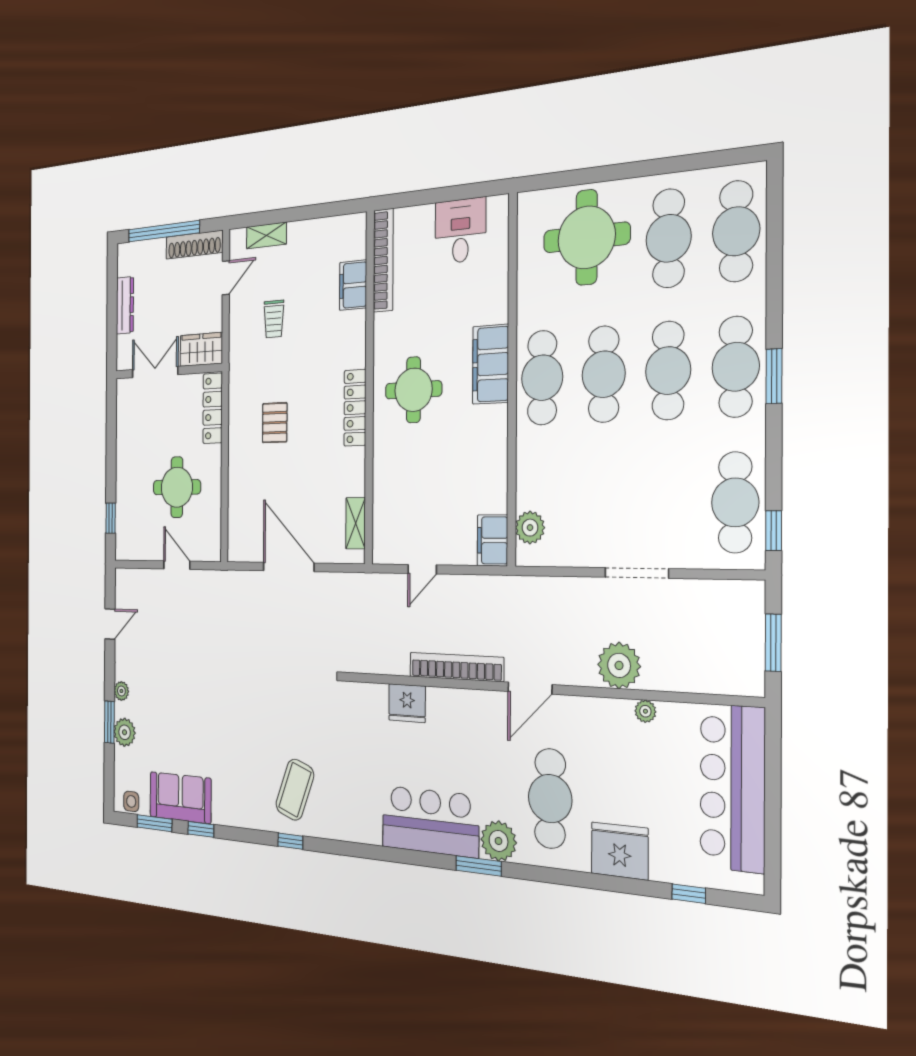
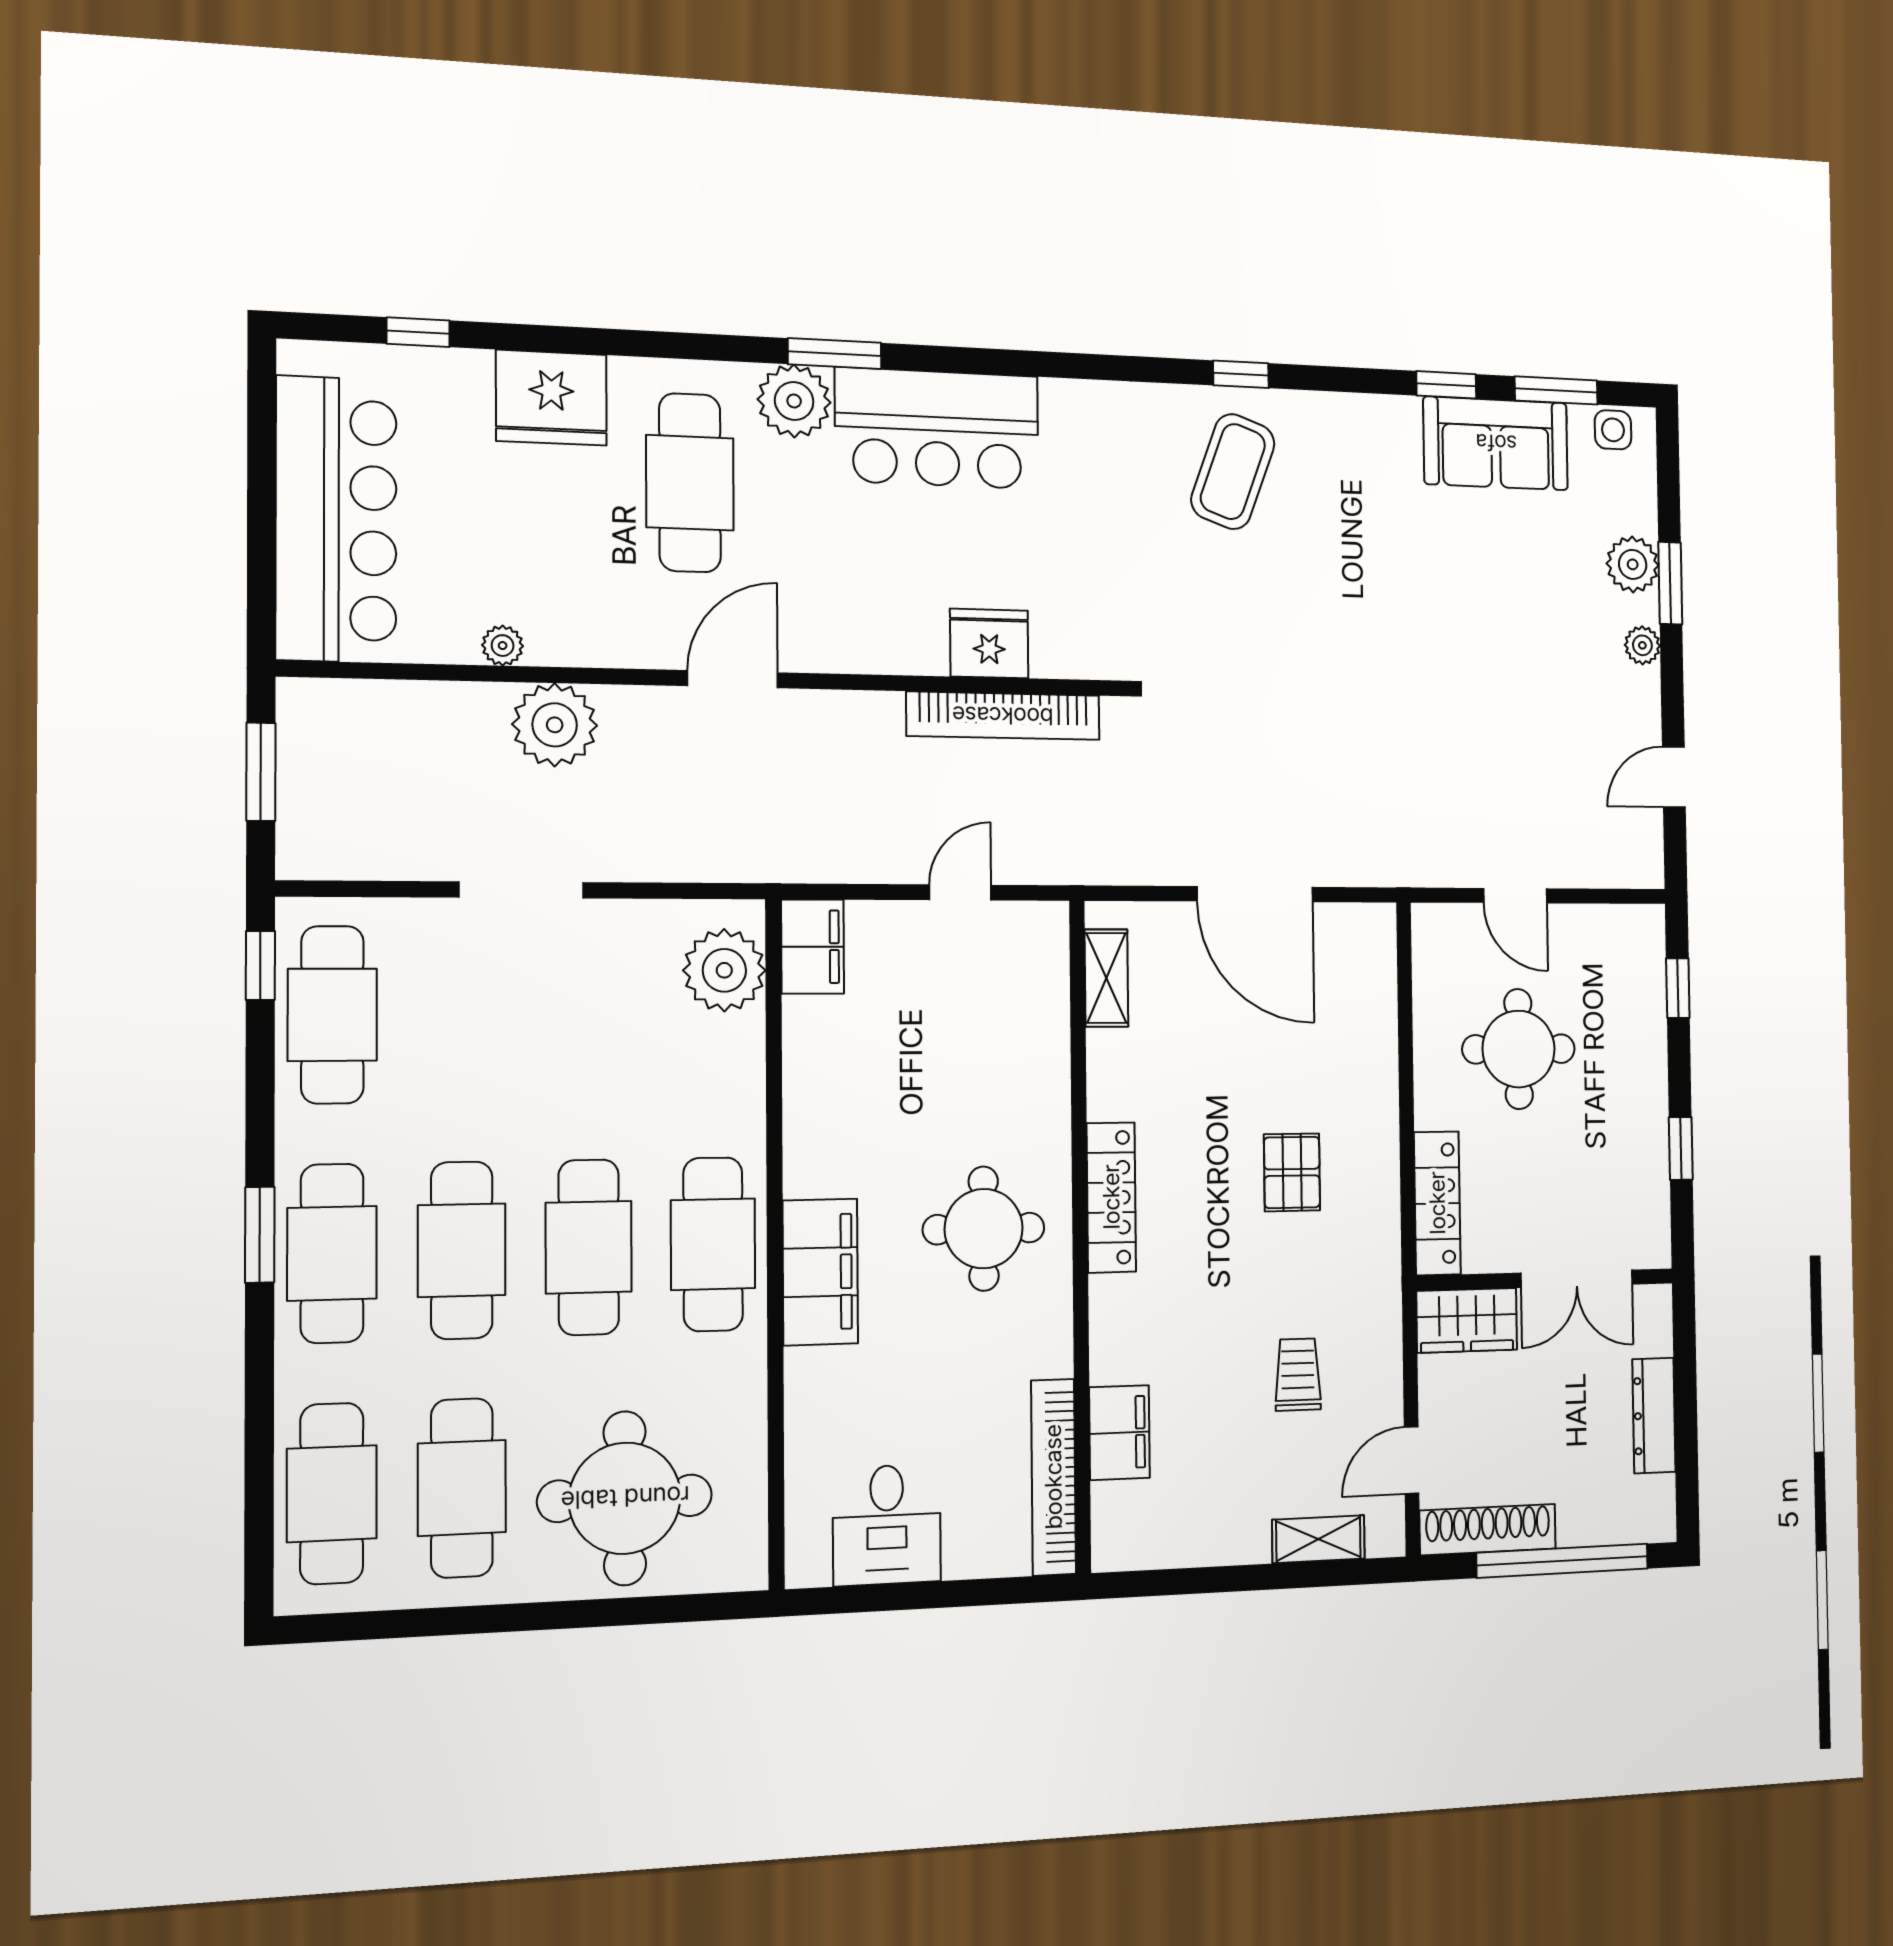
window: (111, 438) -> (1681, 1148), added
plant: (530, 528) -> (724, 970), width x1.36, depth x1.36
bookcase: (456, 667) -> (1003, 716), moved

